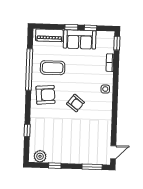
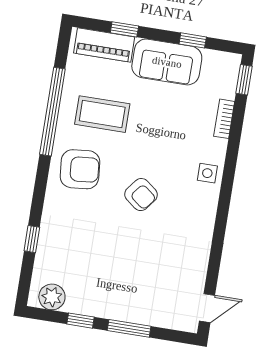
window: (71, 27) -> (124, 29), moved
window: (92, 167) -> (129, 328), moved

